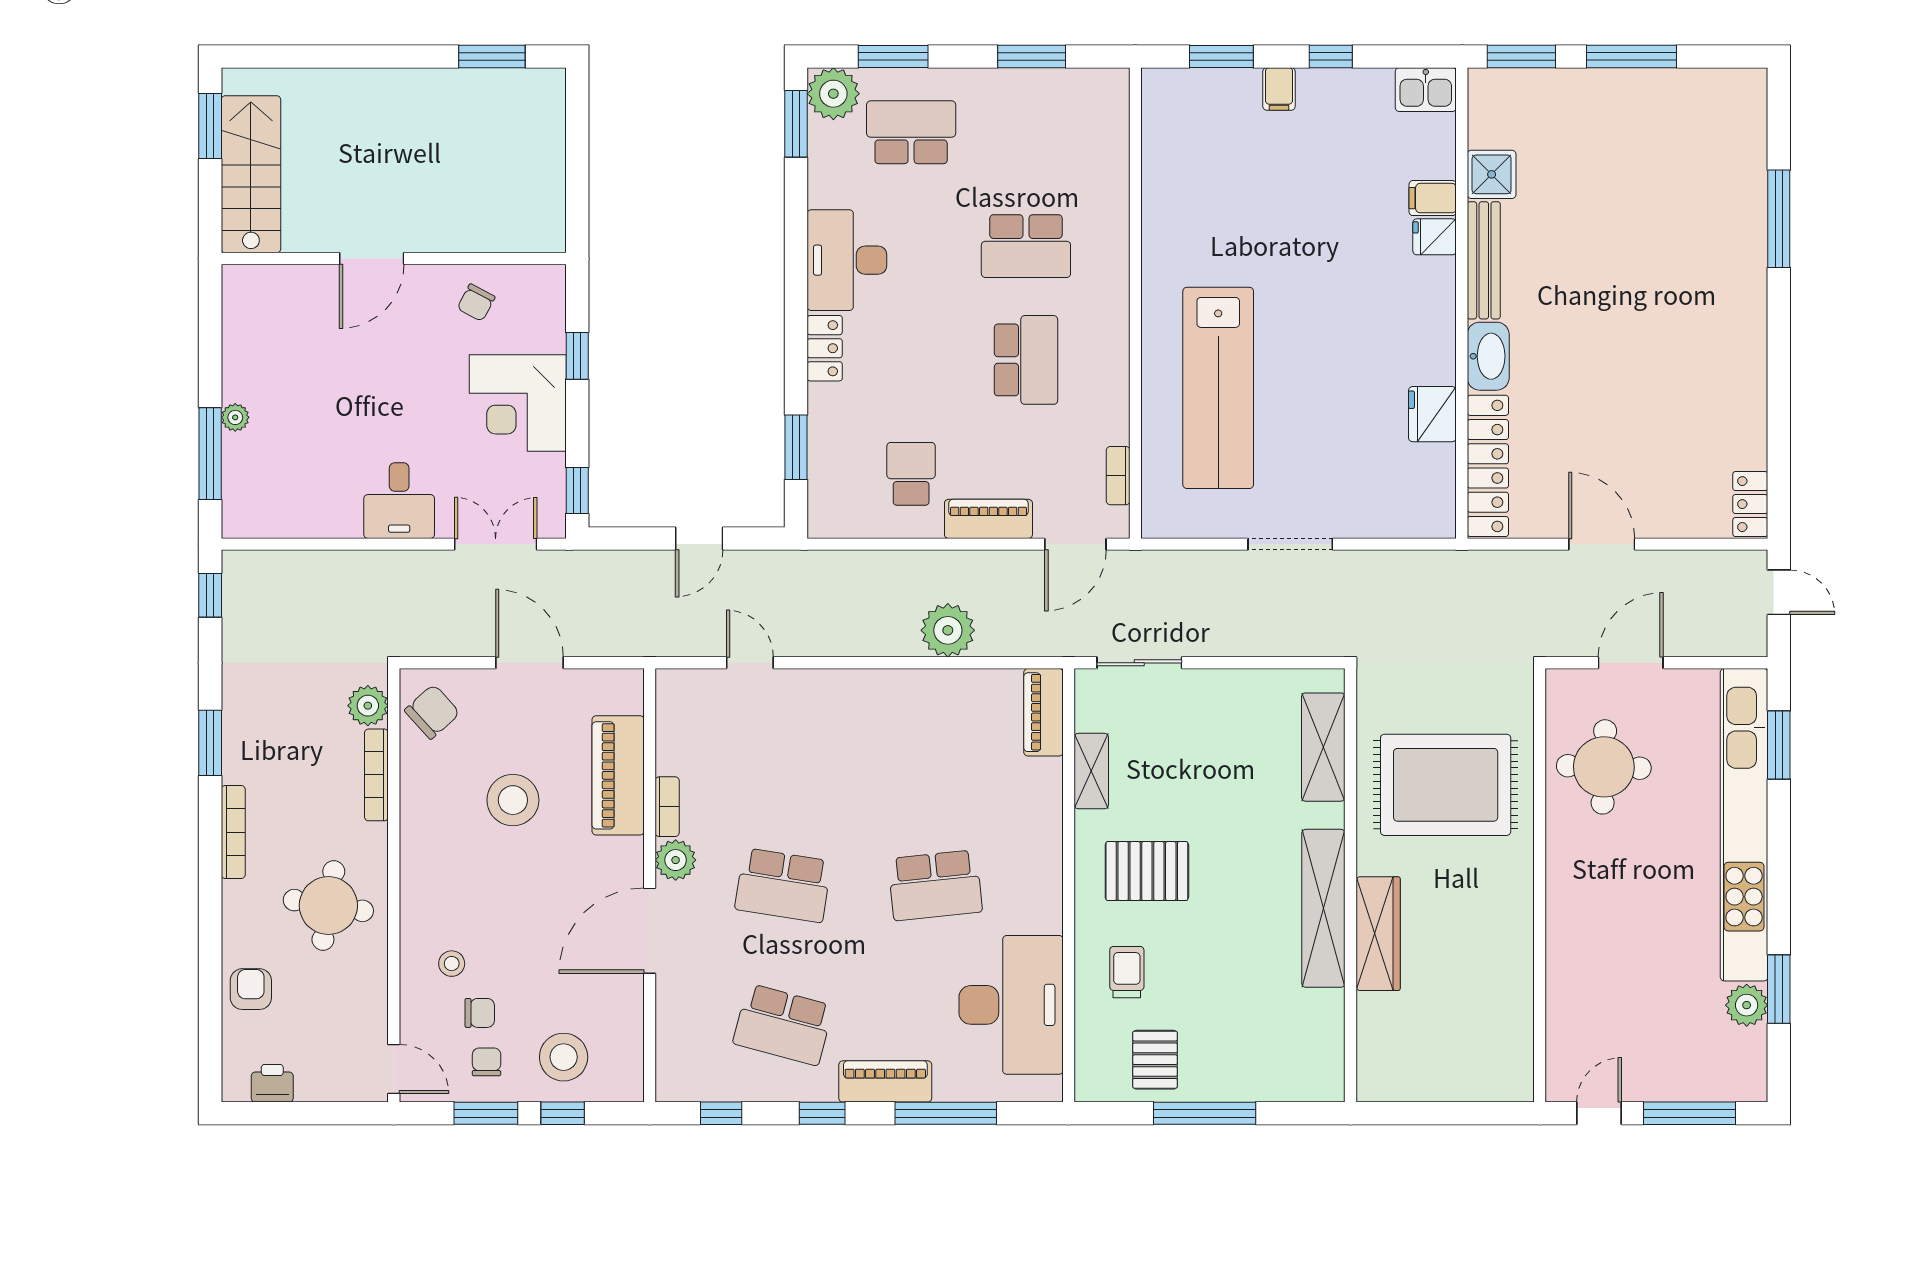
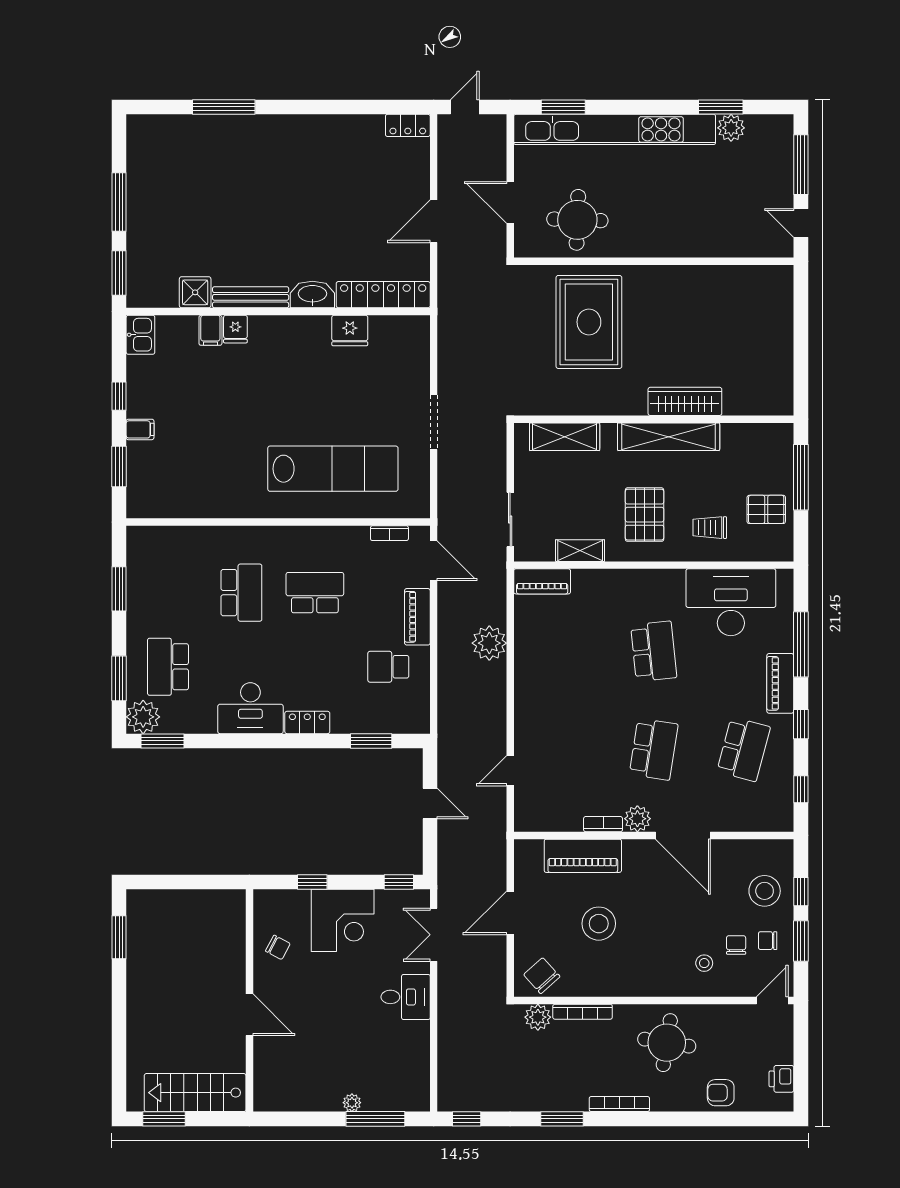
shelving: (1323, 747) -> (565, 437), moved
wall: (1351, 885) -> (654, 419), moved
shelving: (1323, 908) -> (669, 437), moved
wardrobe: (1378, 934) -> (685, 401), moved

